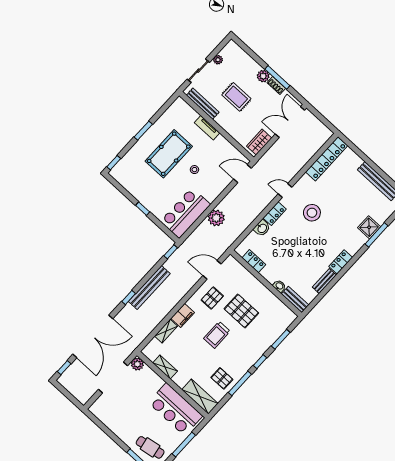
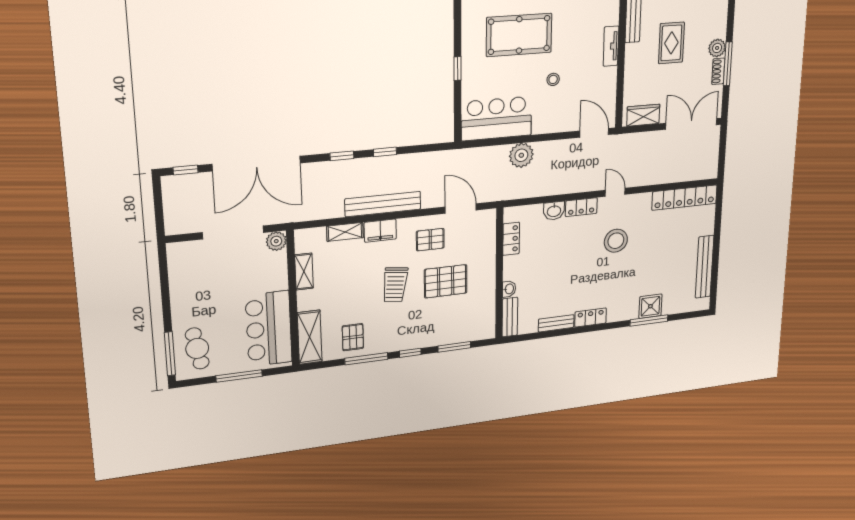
pool table: (169, 154) -> (519, 35), moved
window: (171, 252) -> (385, 152), moved
bench: (149, 288) -> (383, 204), moved
pallet: (241, 311) -> (446, 281), turned 90
trolley: (217, 335) -> (395, 285), turned -83

